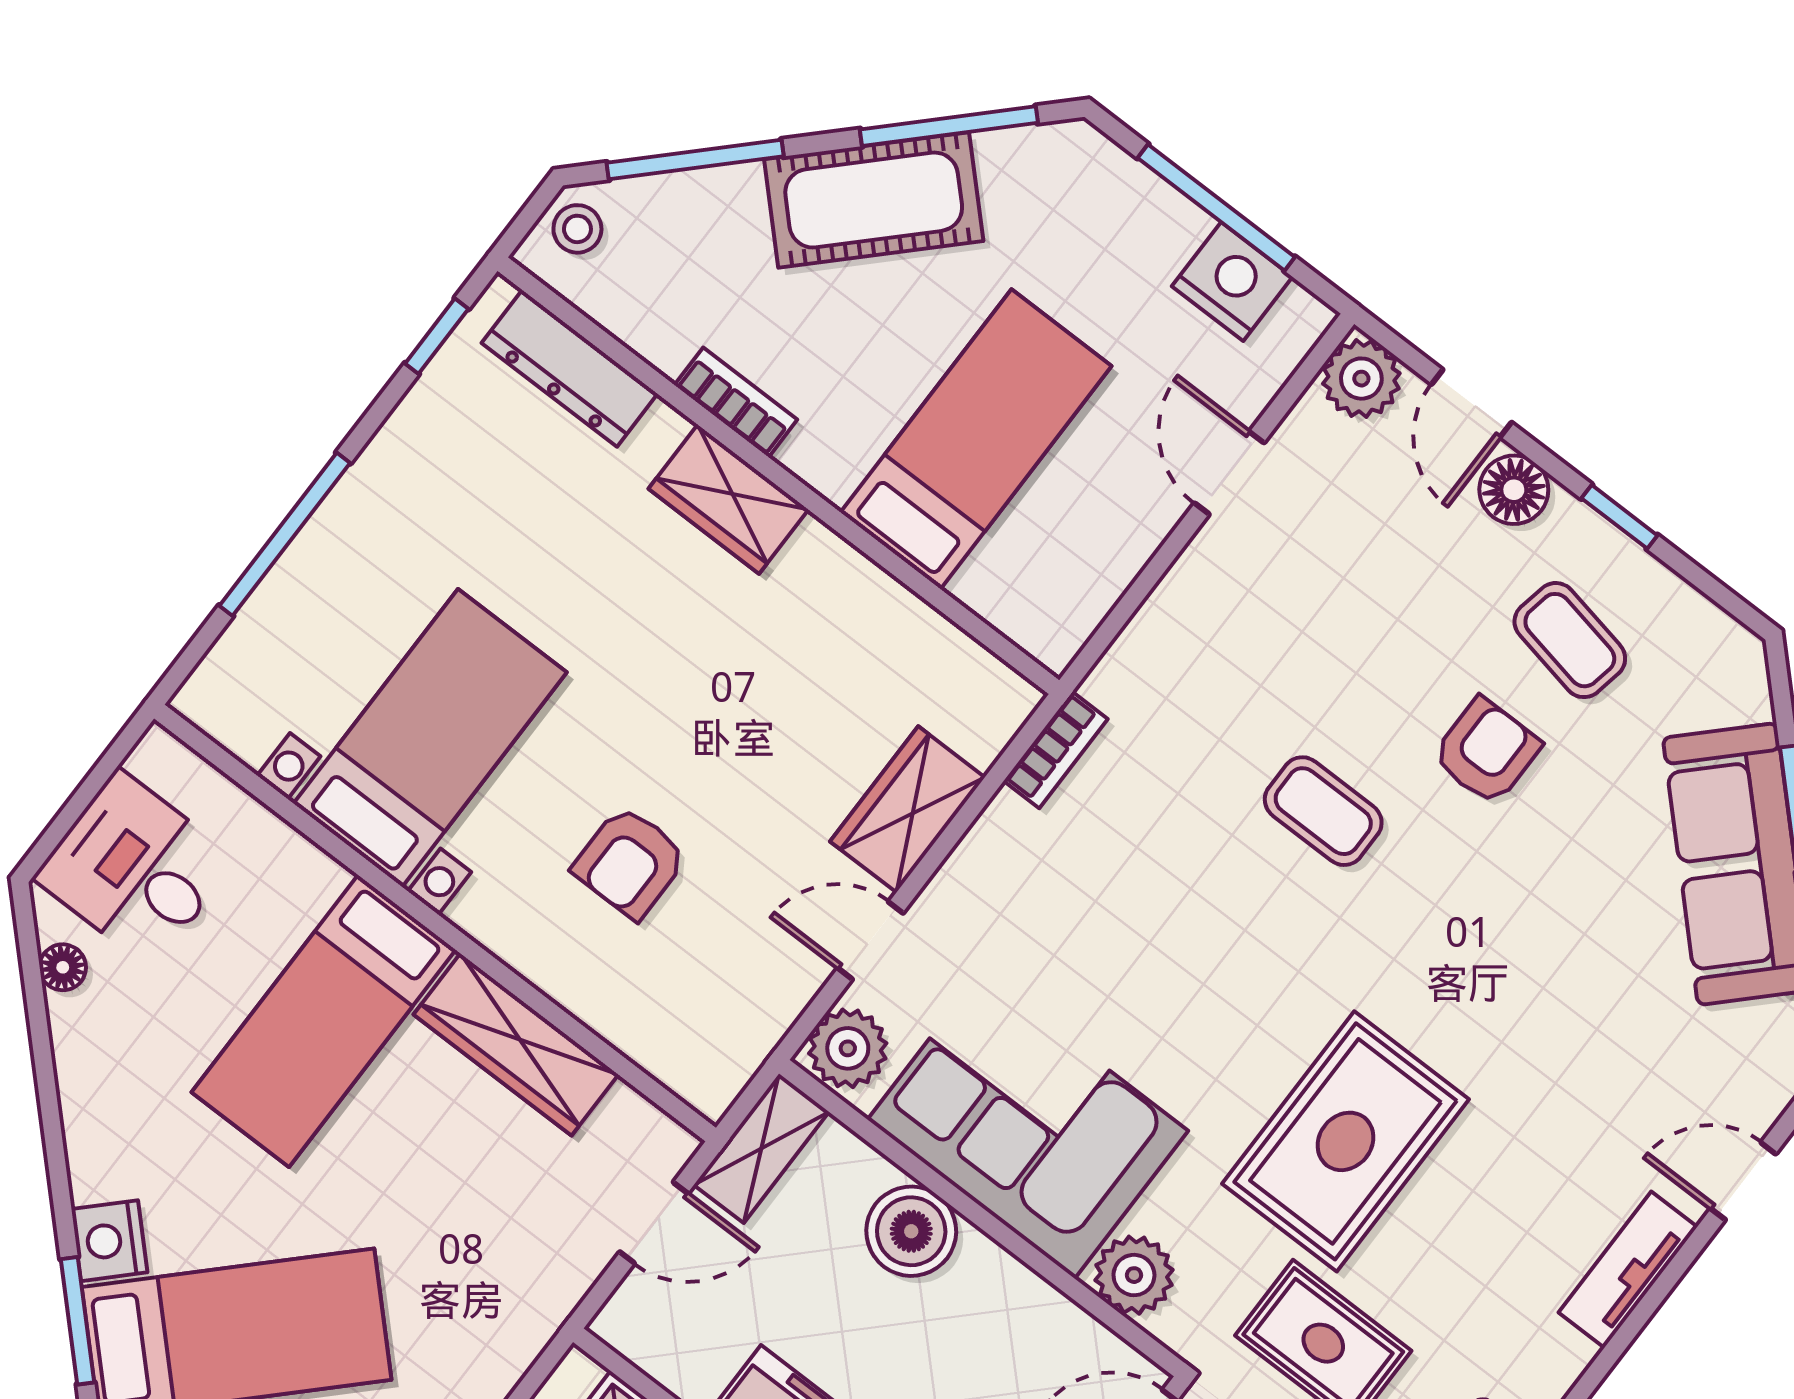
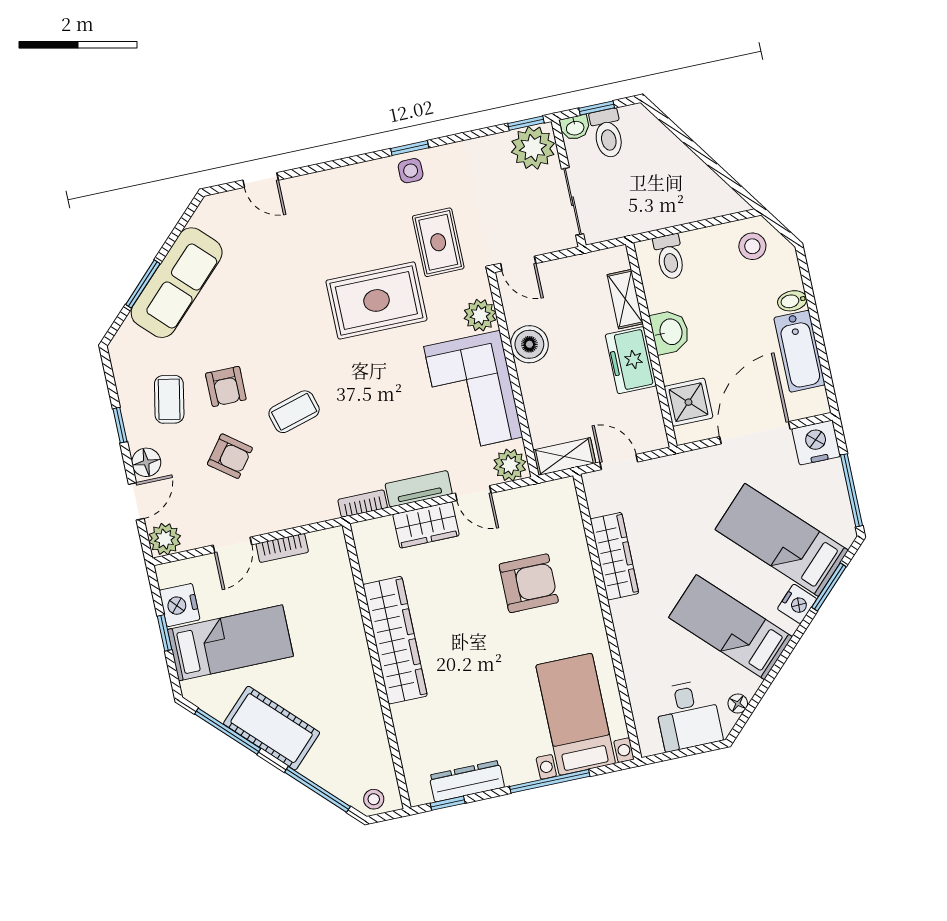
window: (1216, 207) -> (165, 633), width x0.46
dresser: (570, 368) -> (467, 781), moved, turned -90
bookcase: (736, 402) -> (282, 548), moved, turned -90
bed: (976, 439) -> (230, 643), moved, turned 180
wardrobe: (728, 499) -> (395, 640), width x2.10, depth x1.17
armchair: (1371, 631) -> (230, 456), added
bed with nightstands: (430, 738) -> (576, 714), moved, turned 90
armchair: (1487, 751) -> (226, 386), turned -90
coffee table: (1323, 811) -> (294, 412), turned 74
armchair: (630, 862) -> (529, 583), width x1.38, depth x1.38
bed: (324, 1021) -> (730, 627), moved, turned -135
boiler: (911, 1231) -> (529, 344), moved
tv unit: (1628, 1270) -> (419, 489), moved, turned 180

